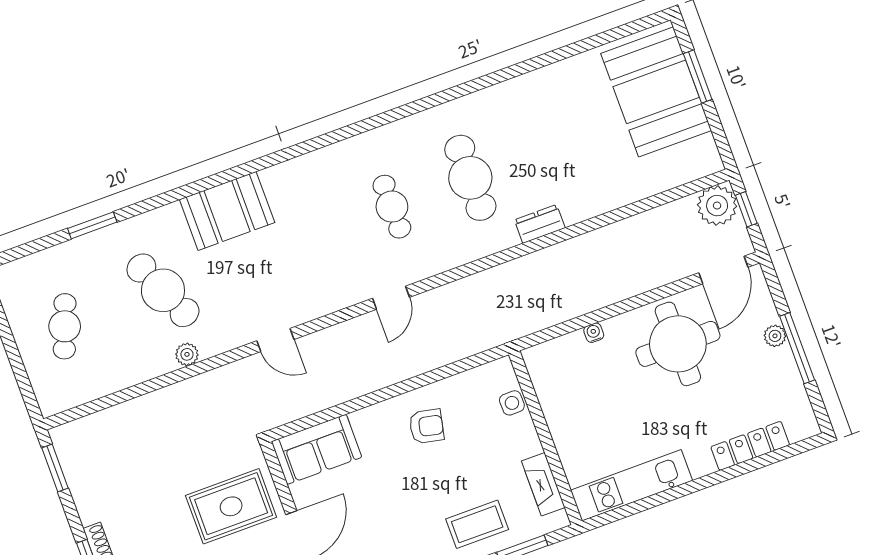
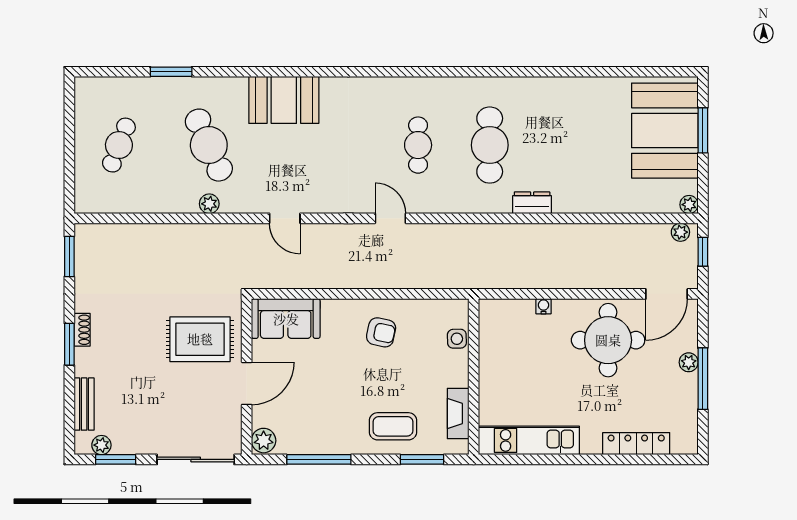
plant: (712, 163) -> (689, 205), added
plant: (717, 206) -> (680, 232), width x0.53, depth x0.53
door: (391, 298) -> (390, 218), swing flipped

